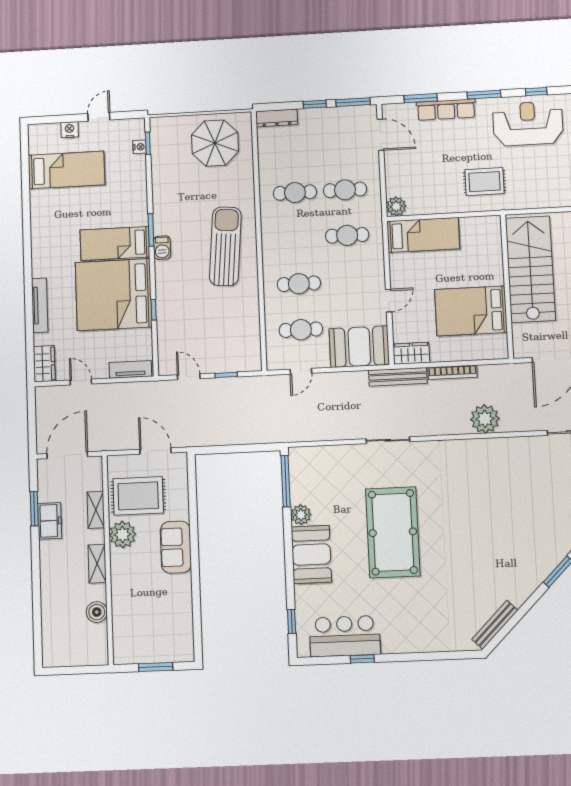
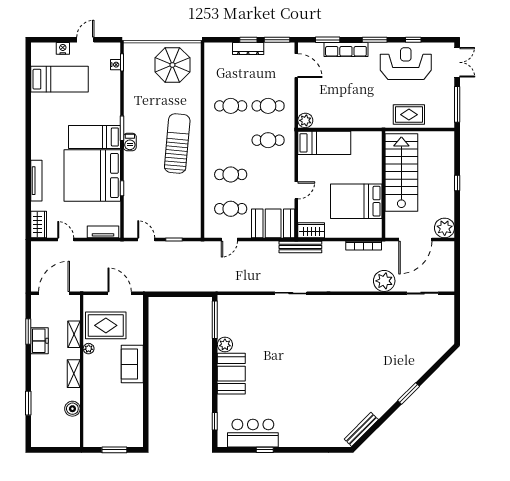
dresser: (277, 118) -> (248, 49), moved
rug: (484, 182) -> (409, 115), moved
bookcase: (453, 372) -> (364, 246), moved
plant: (485, 419) -> (384, 281), moved
pool table: (393, 532) -> (291, 360), removed
plant: (123, 535) -> (89, 349), width x0.53, depth x0.53
window: (37, 607) -> (28, 403), added

